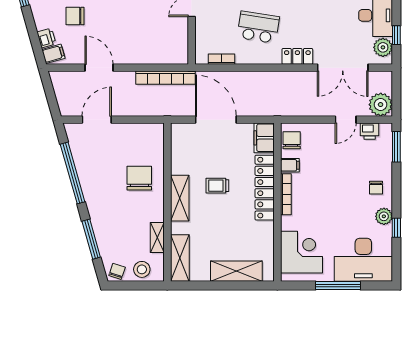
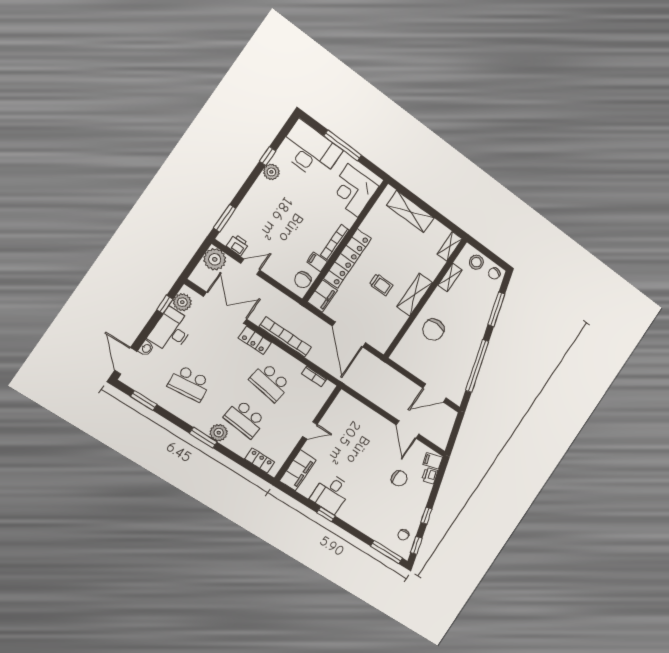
bookcase: (166, 78) -> (285, 337), moved
chair: (376, 188) -> (262, 198), removed
shelving: (180, 258) -> (450, 246), width x0.67, depth x0.75

